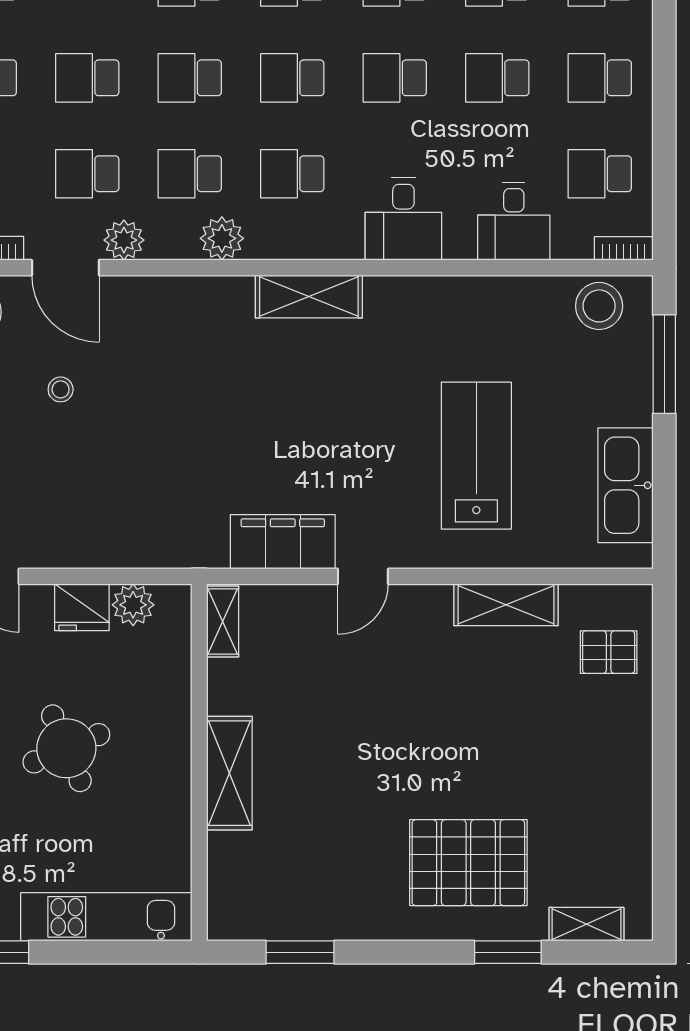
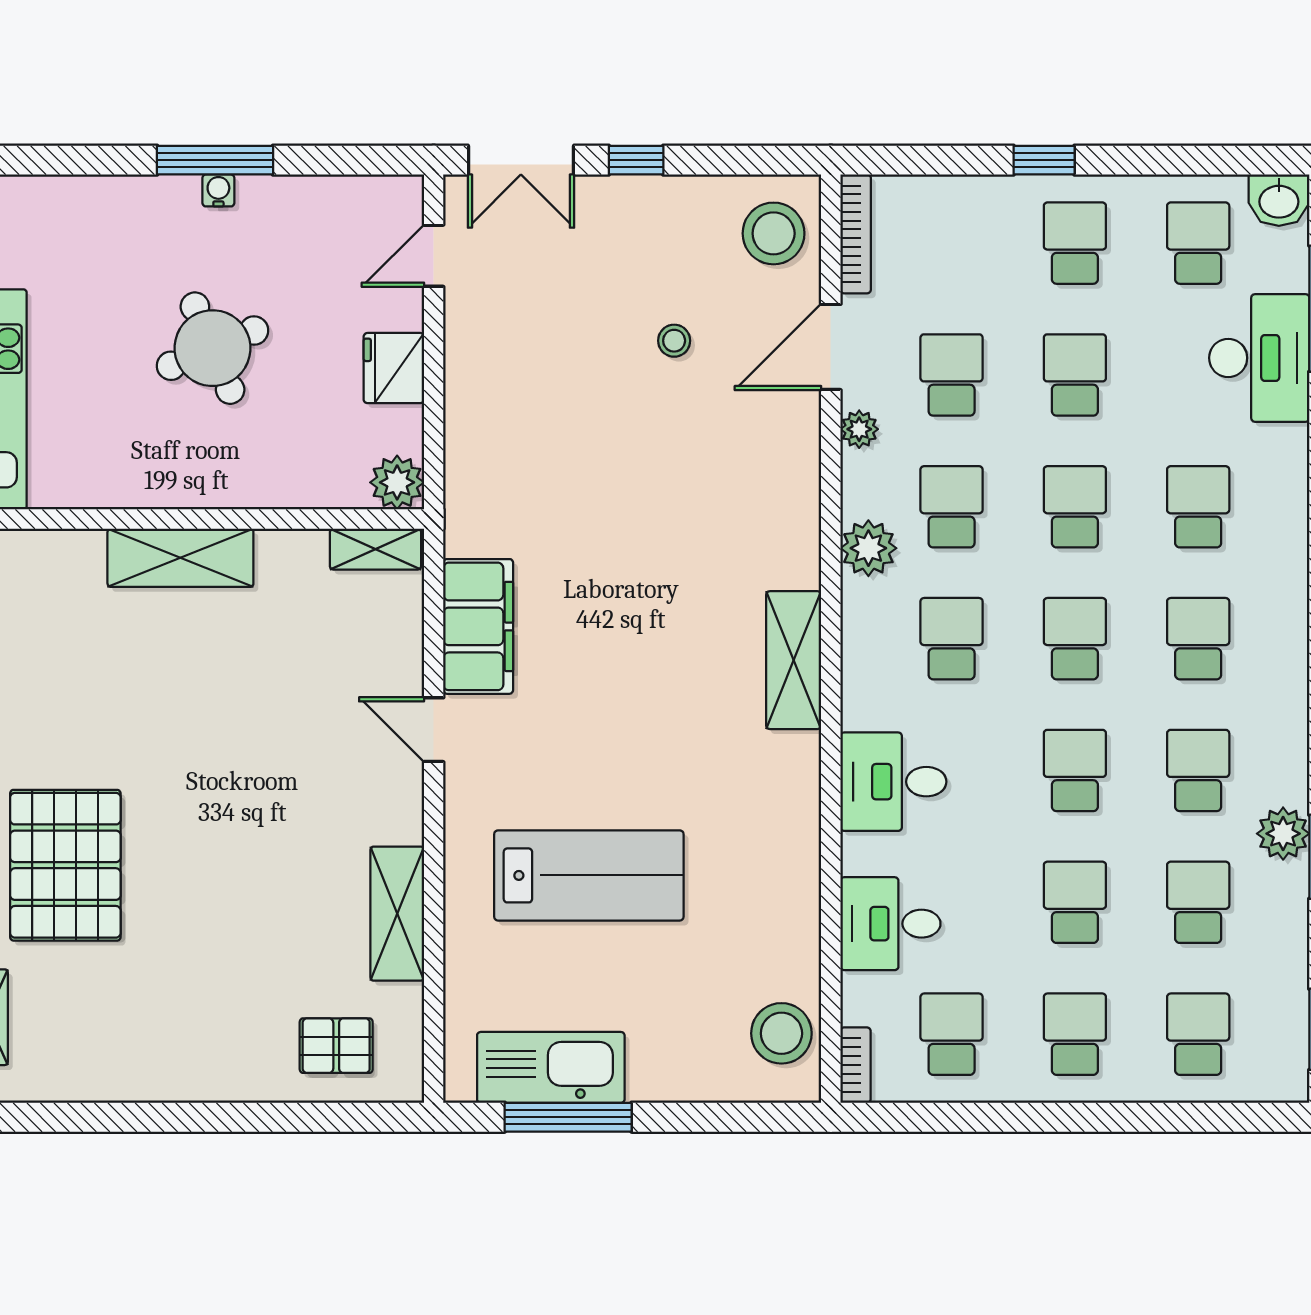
plant: (124, 240) -> (859, 429), width x0.73, depth x0.73
window: (664, 364) -> (568, 1117), moved
plant: (133, 605) -> (397, 482), moved
pallet: (609, 652) -> (336, 1046), turned 90

